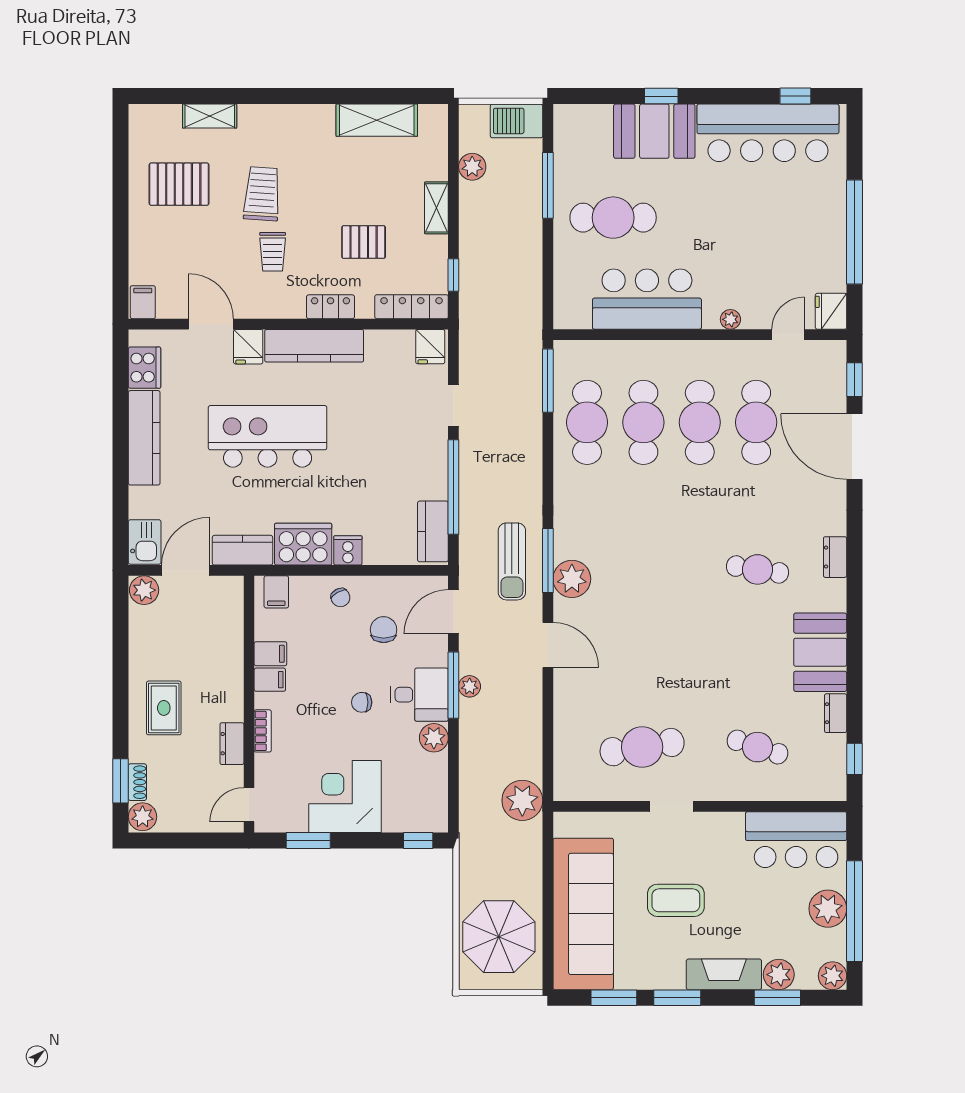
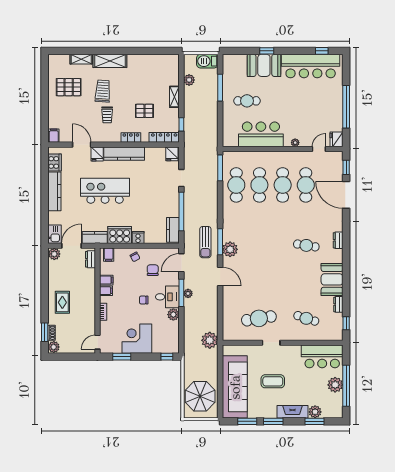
shelving: (377, 120) -> (110, 61), moved
cafe table: (613, 218) -> (247, 101), width x0.73, depth x0.74
dresser: (232, 744) -> (90, 259), moved
plant: (833, 976) -> (337, 412), removed

